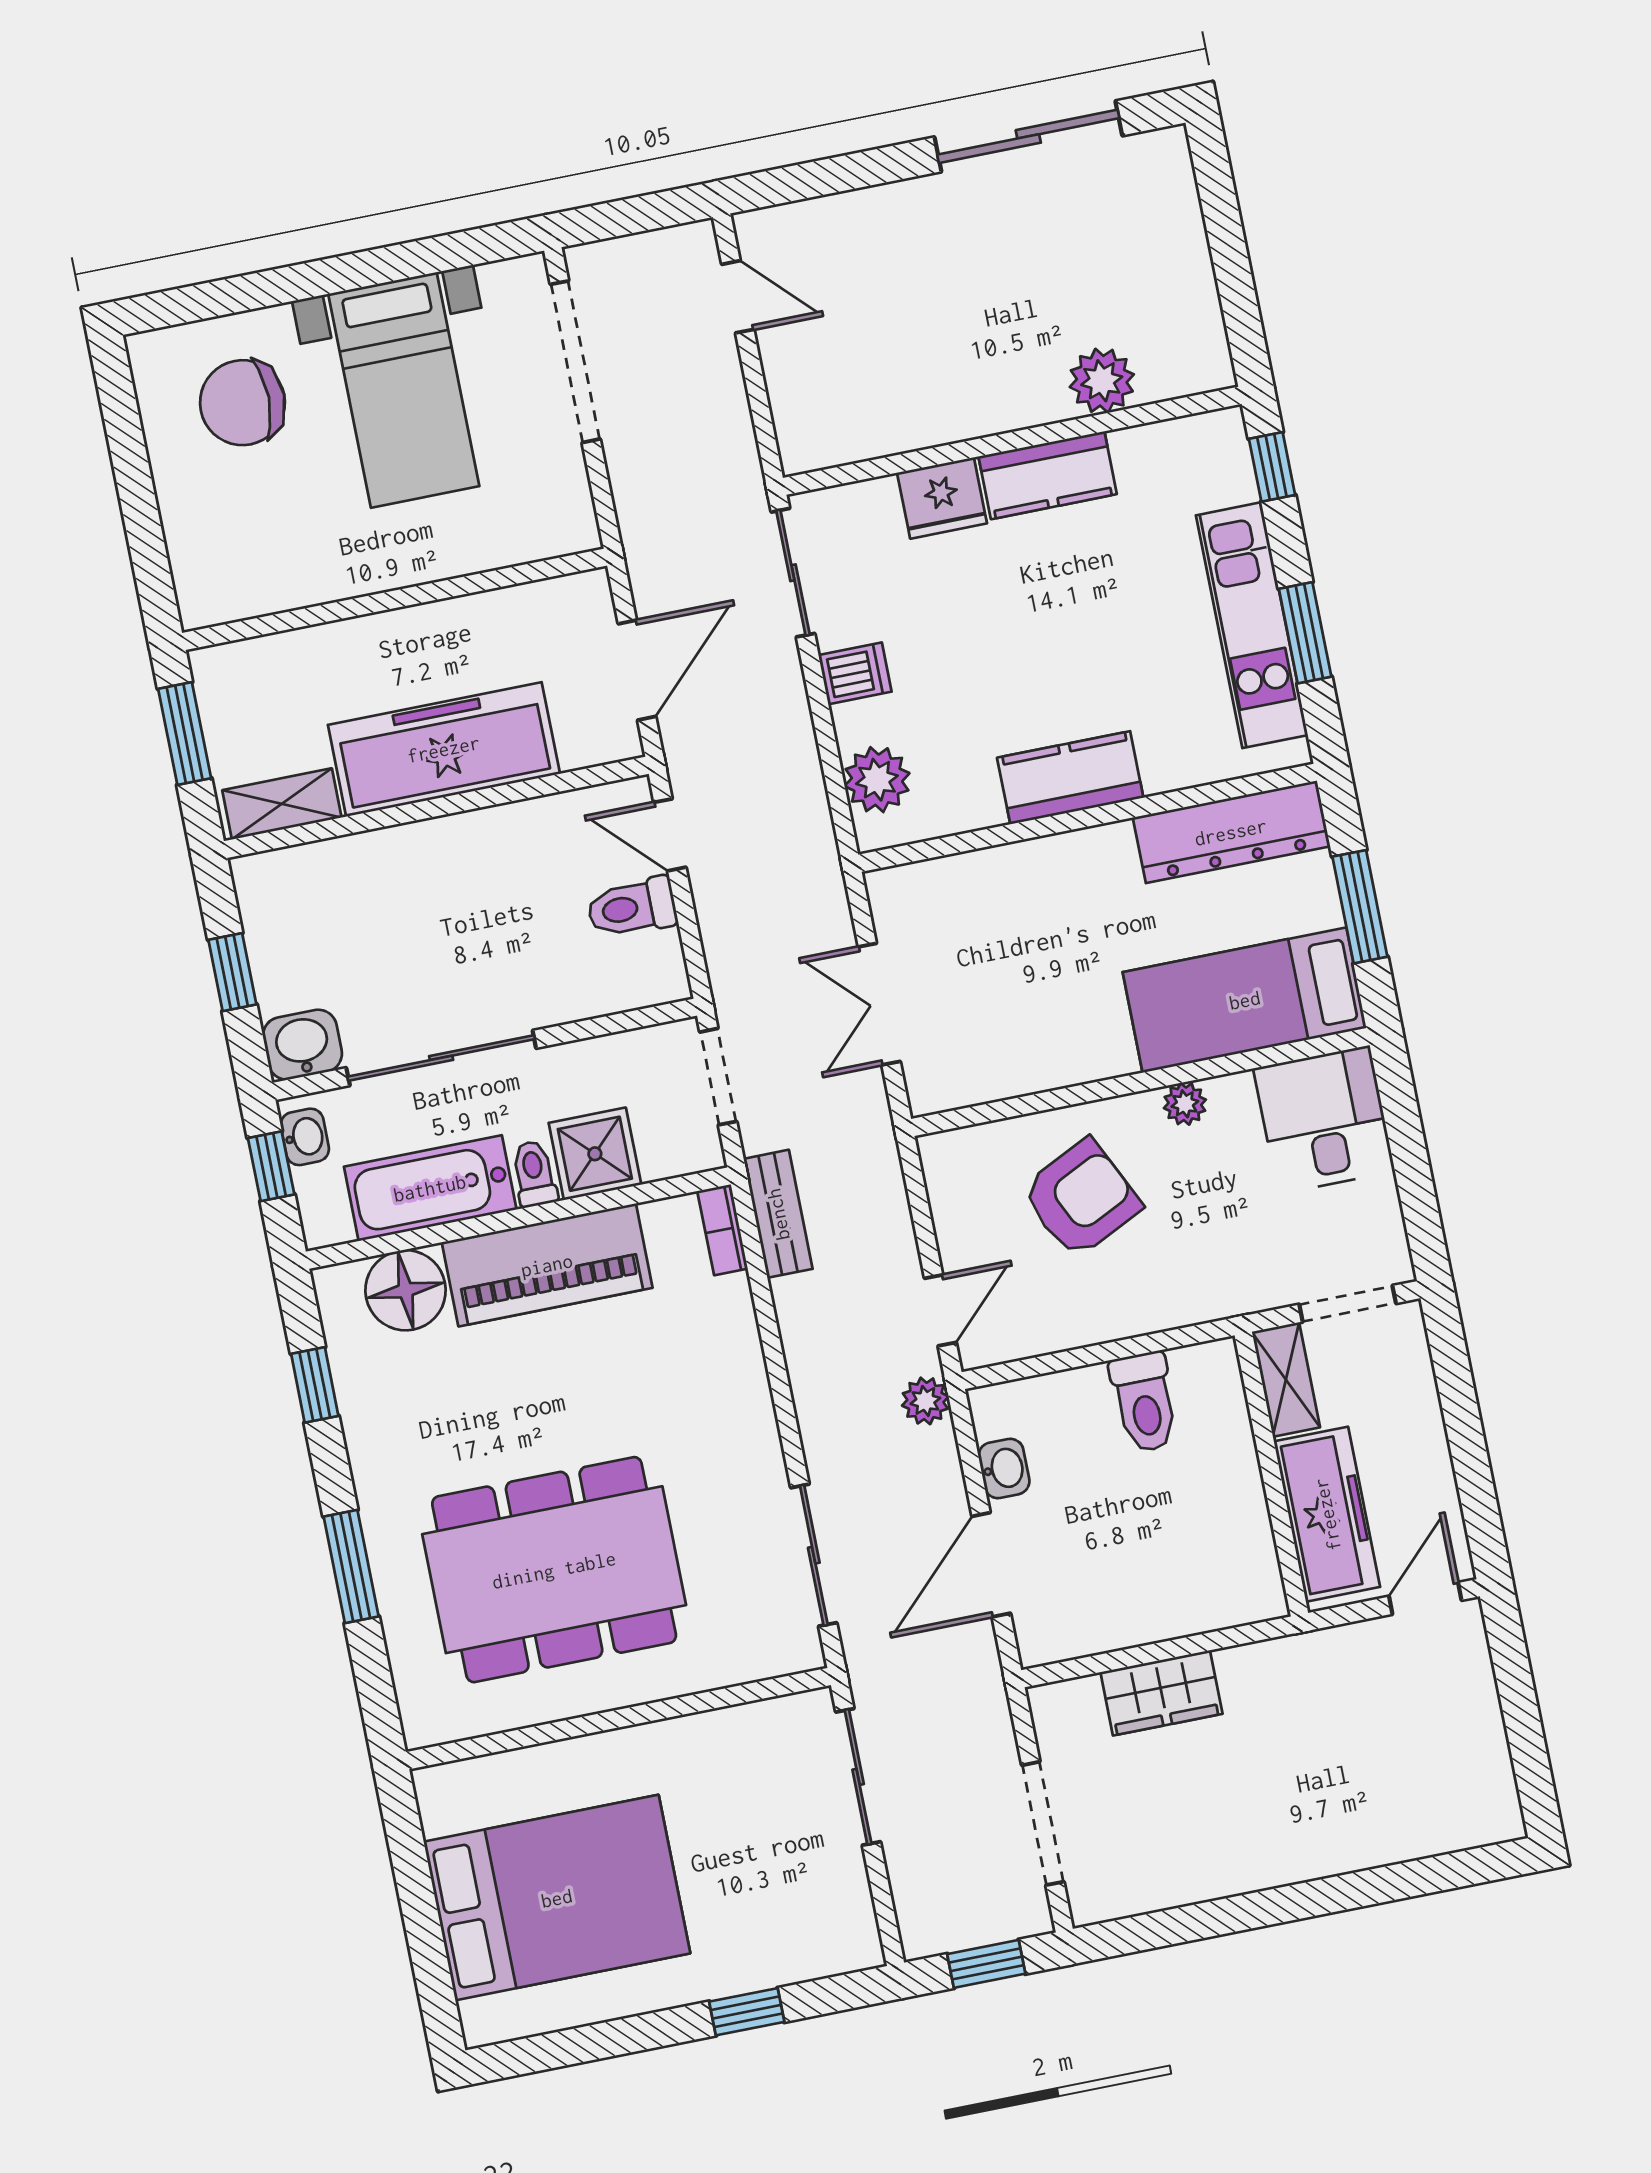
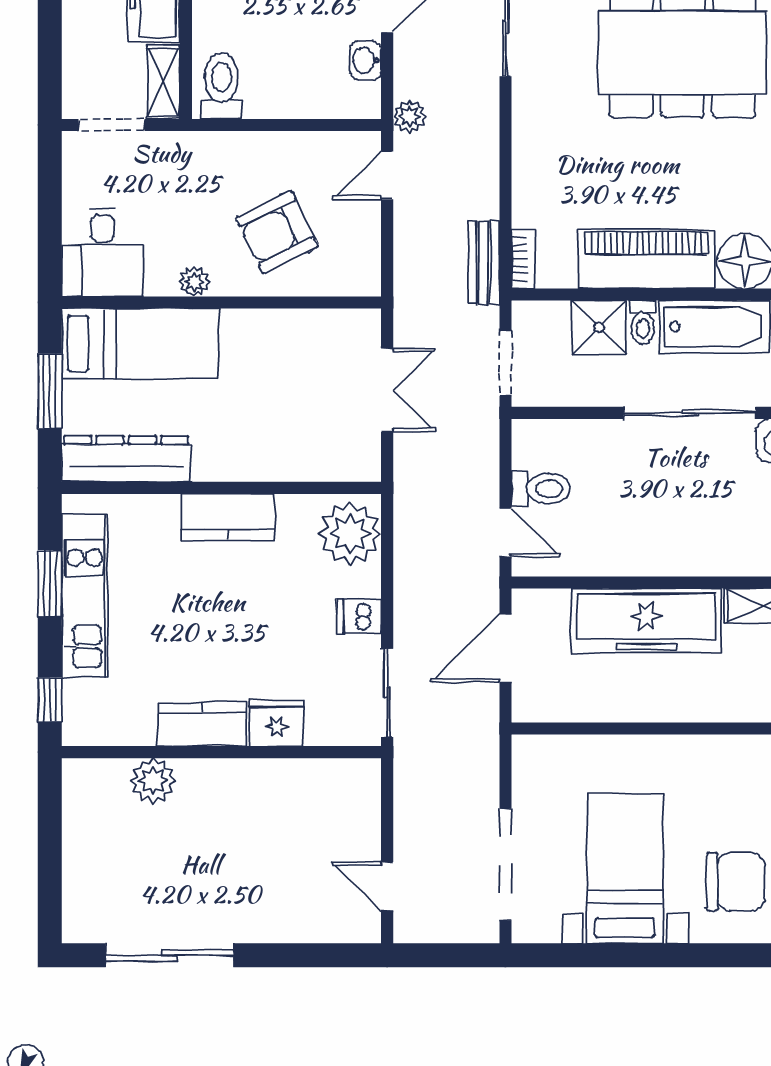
plant: (877, 780) -> (350, 534), width x1.36, depth x1.36
toilet: (1144, 1402) -> (221, 86), moved

